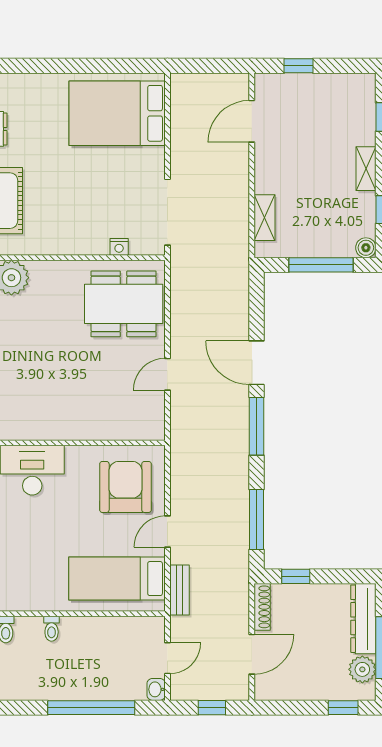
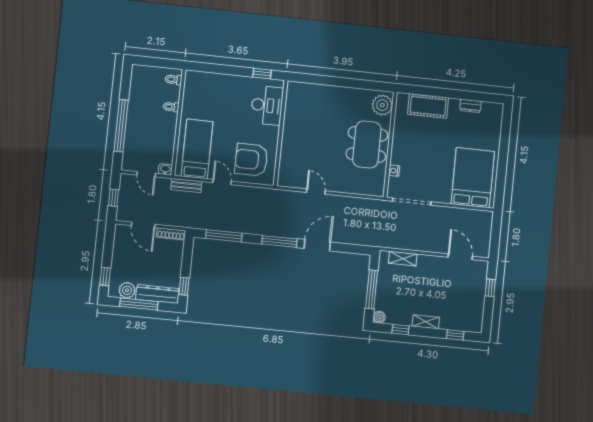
dining table: (124, 304) -> (367, 144), moved
armchair: (125, 487) -> (251, 160), turned 180
window: (296, 576) -> (184, 286), moved
washbasin: (156, 689) -> (165, 169), moved

